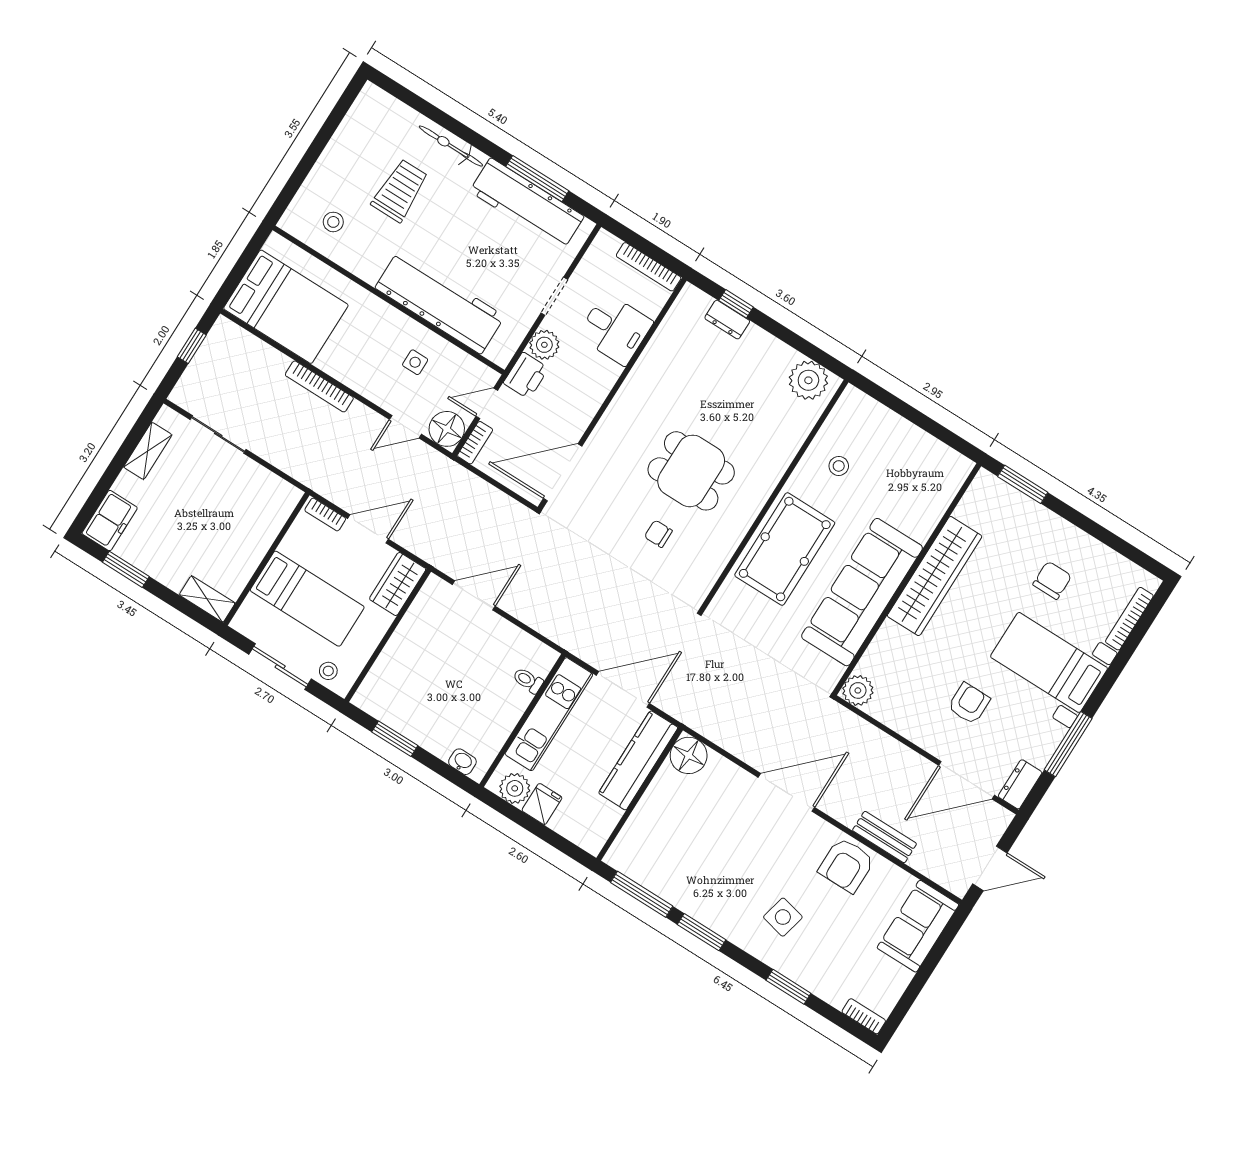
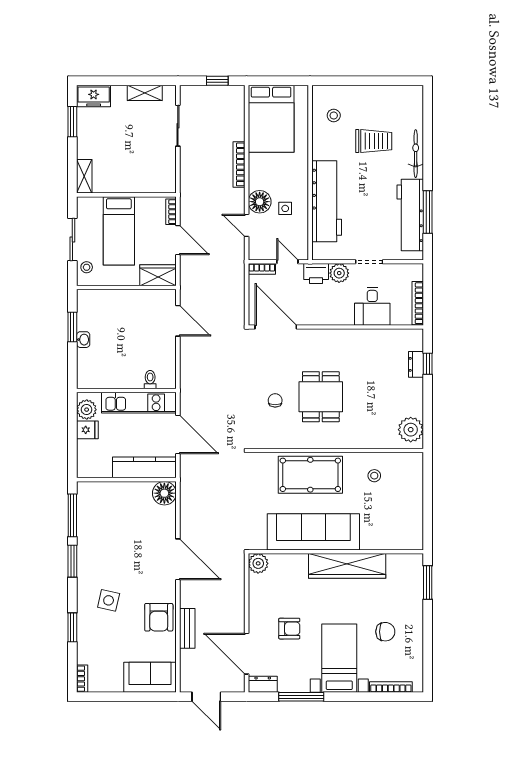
floor lamp: (447, 429) -> (260, 202), moved
washbasin: (462, 762) -> (83, 340), moved
armchair: (846, 865) -> (159, 617), turned -90

